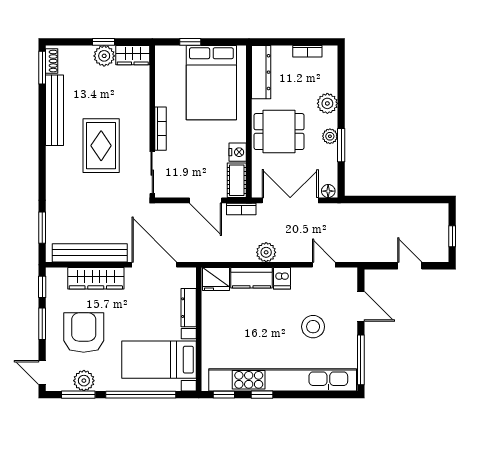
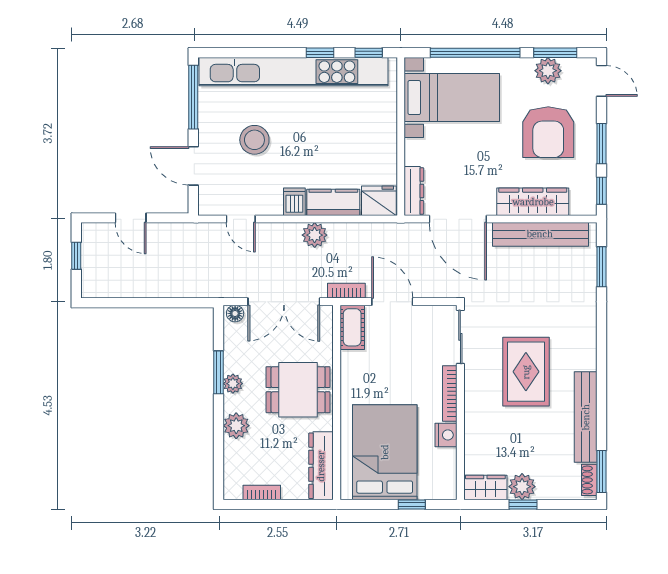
nightstand: (238, 152) -> (446, 435), moved, turned 180
dresser: (189, 308) -> (414, 191), moved

